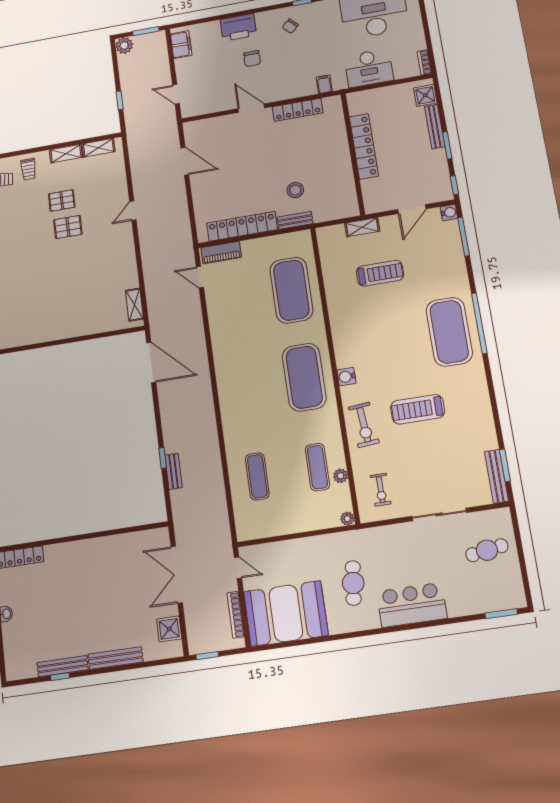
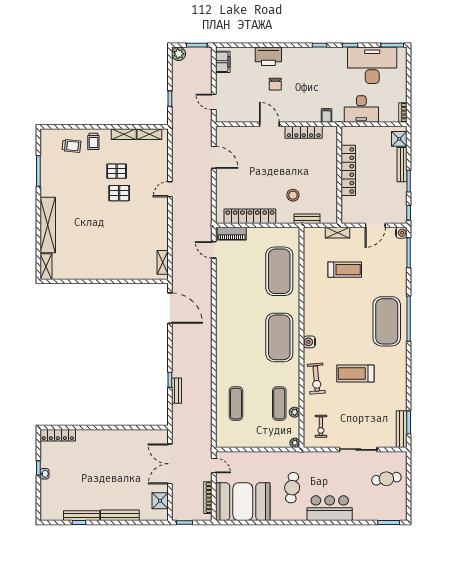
chair: (290, 26) -> (308, 63), removed
bench: (295, 220) -> (307, 219), moved

